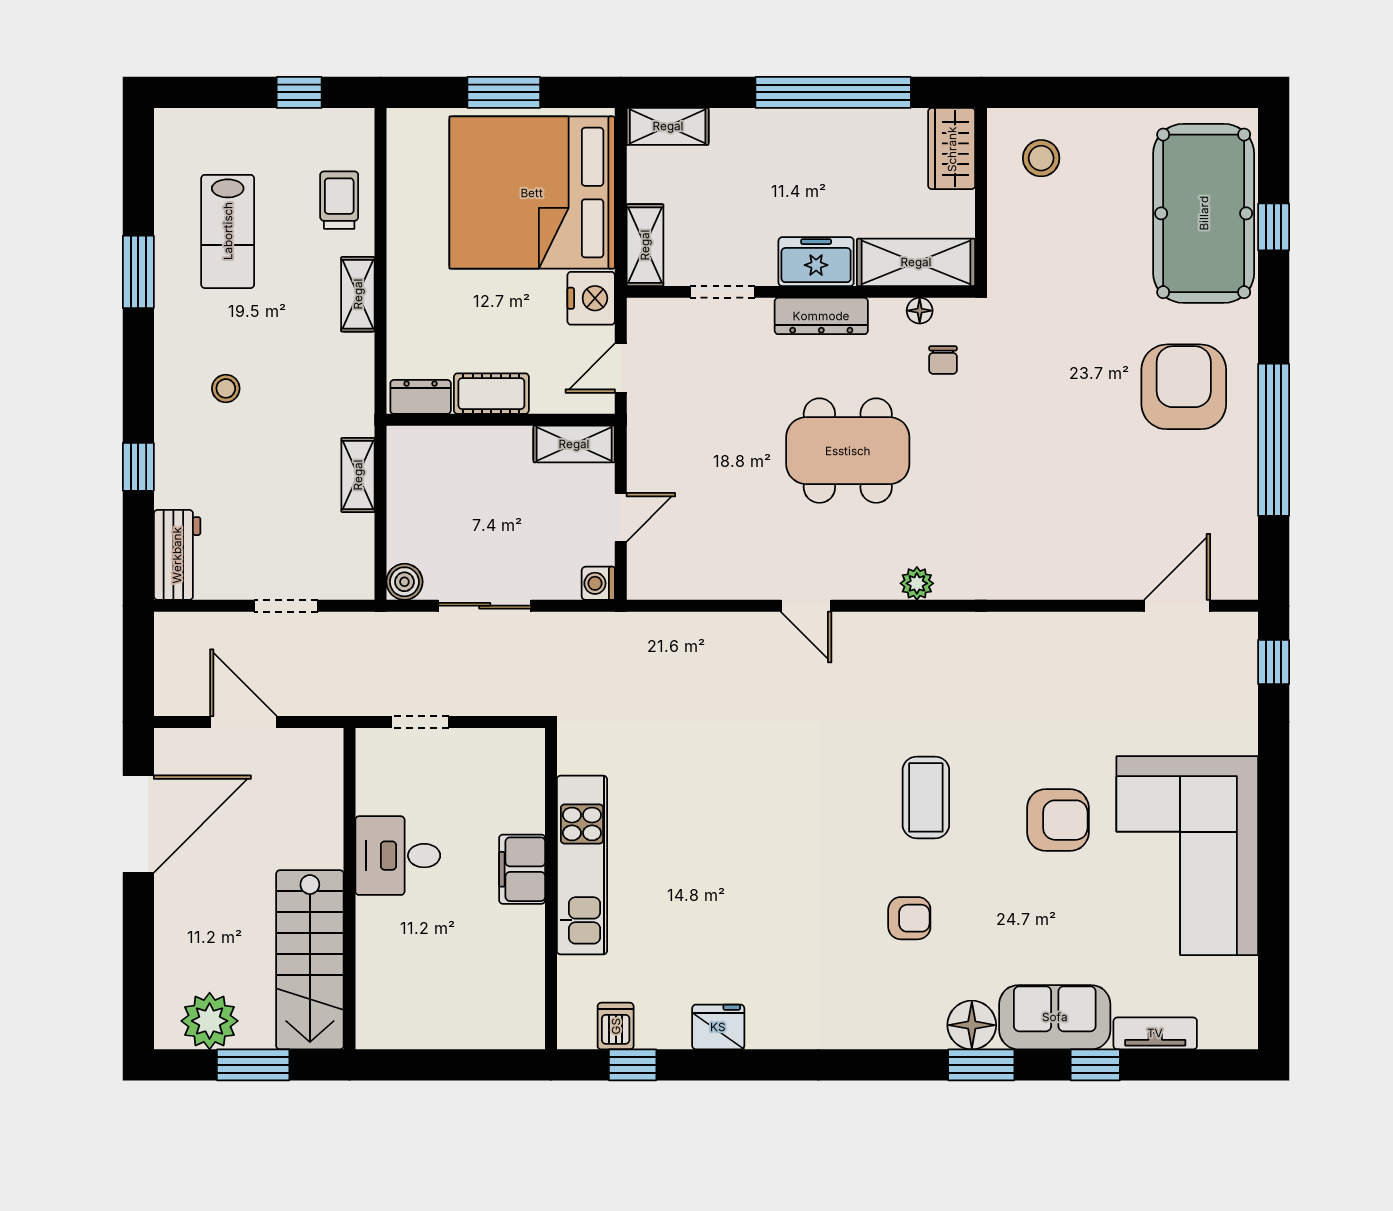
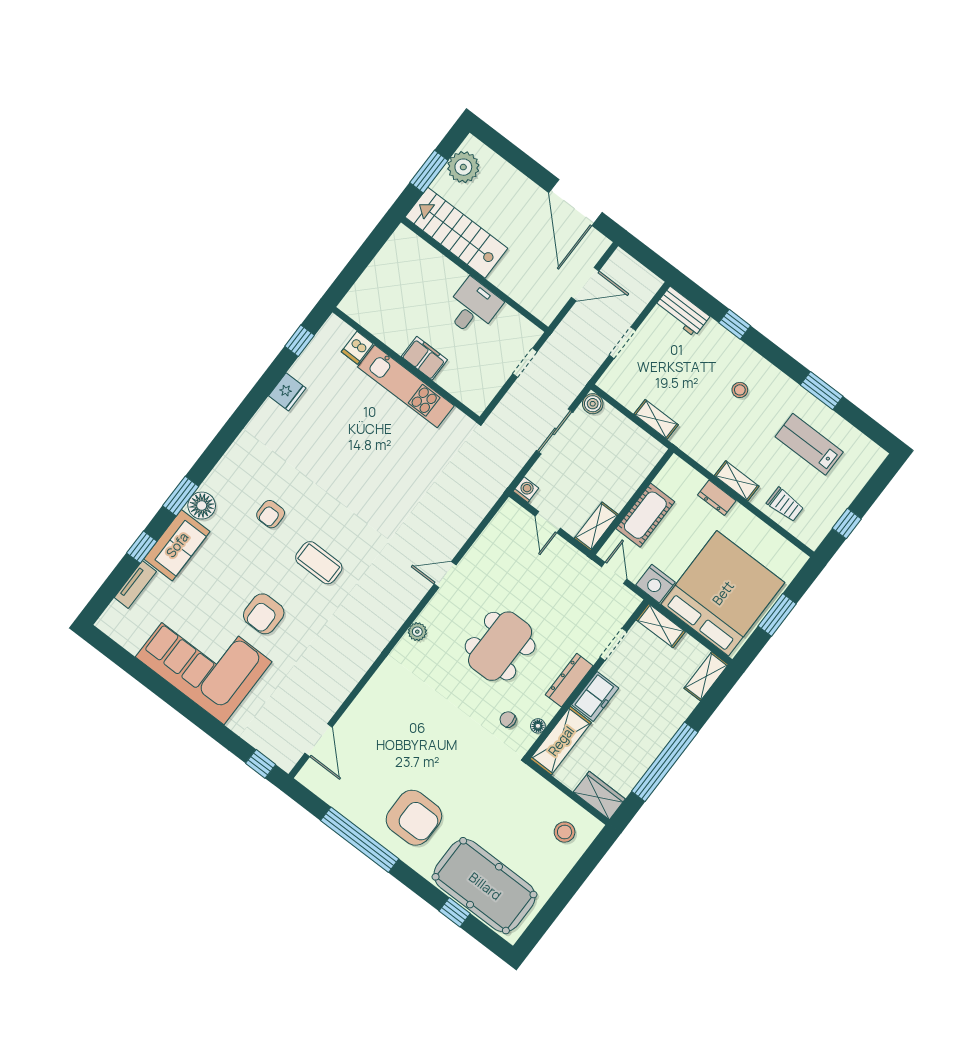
cot: (491, 394) -> (645, 515), width x1.37, depth x1.34
dresser: (421, 397) -> (717, 498), moved, turned 90
dishwasher: (616, 1026) -> (357, 348), moved, turned 90

